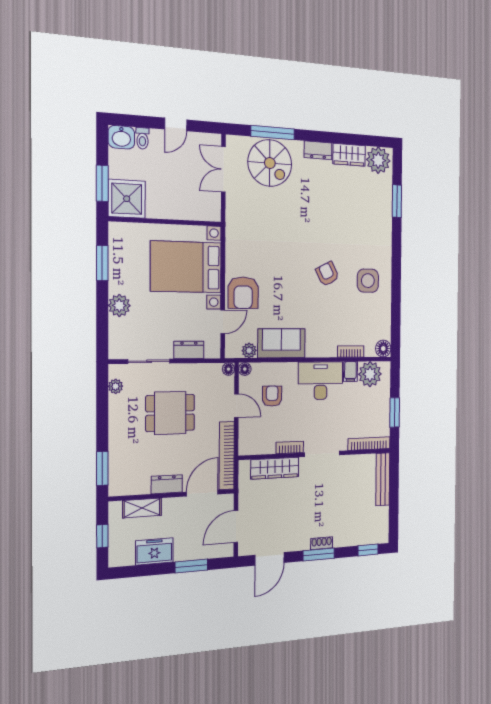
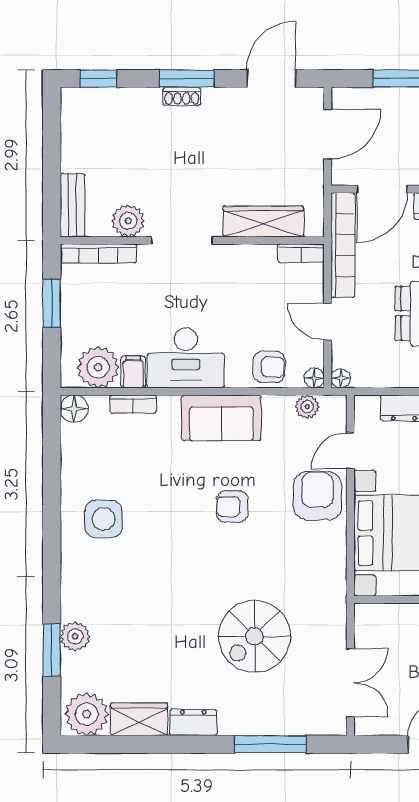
spiral stairs: (270, 163) -> (255, 636), moved, turned -90
plant: (384, 209) -> (75, 636), added
armchair: (327, 274) -> (232, 507), moved, turned 117
sofa: (281, 343) -> (221, 418), moved
armchair: (272, 396) -> (269, 367), moved, turned -86
bookcase: (290, 447) -> (301, 253), moved
plant: (352, 464) -> (128, 221), added
bench: (383, 479) -> (72, 205), width x0.73

